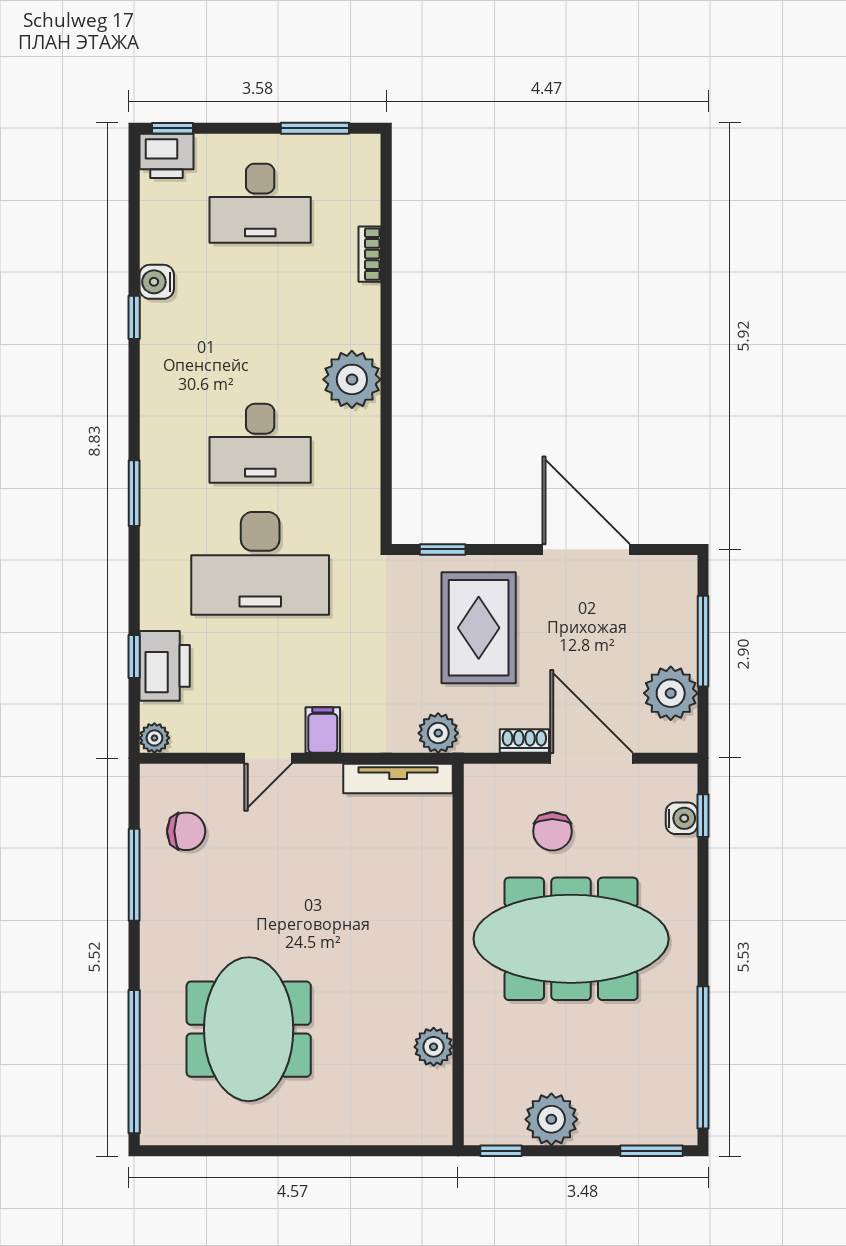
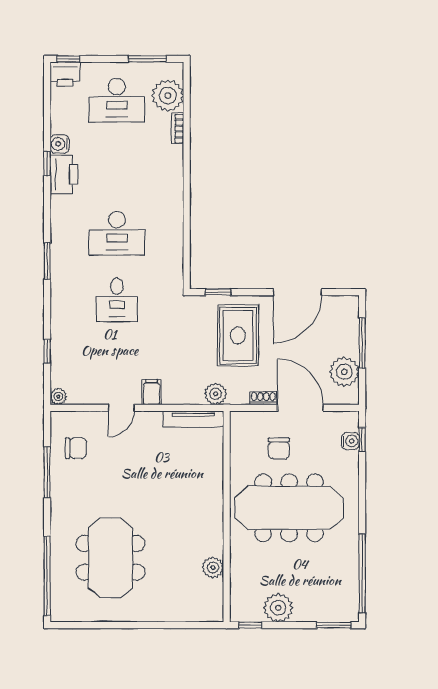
plant: (352, 379) -> (168, 96), moved
door: (586, 549) -> (297, 292), swing flipped
desk: (260, 563) -> (117, 300), width x0.53, depth x0.77
printer: (165, 666) -> (64, 174), moved

